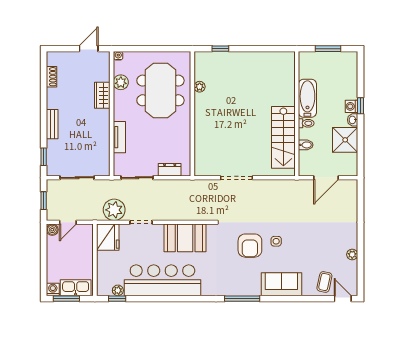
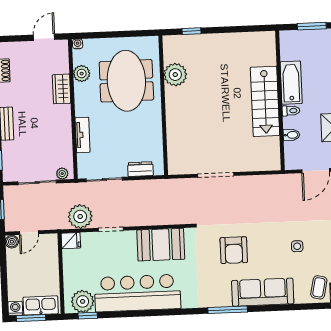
plant: (200, 87) -> (175, 75), width x1.88, depth x1.88
stairs: (283, 137) -> (265, 101), moved
plant: (100, 171) -> (62, 174), added
fridge: (108, 237) -> (71, 241), width x0.53, depth x0.75
side table: (276, 241) -> (297, 246), moved
sofa: (281, 284) -> (263, 292), width x1.36
plant: (118, 290) -> (83, 301), width x1.88, depth x1.88

